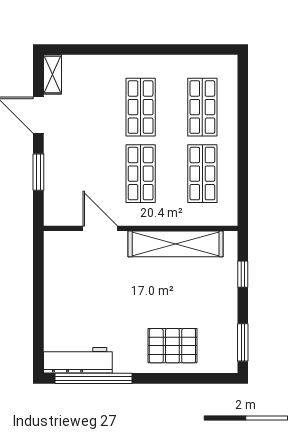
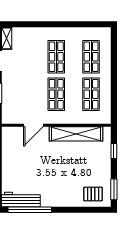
door: (100, 228) -> (33, 125), swing flipped
pallet: (172, 346) -> (93, 194), moved, width x0.67, depth x0.71

